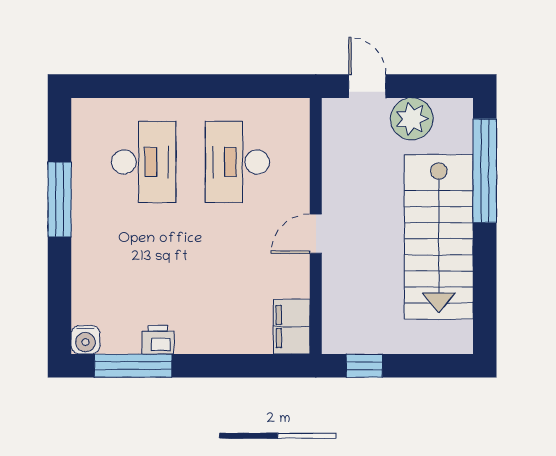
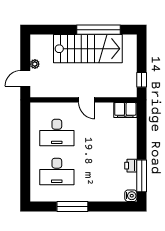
plant: (412, 119) -> (35, 64), width x0.53, depth x0.53
desk: (144, 162) -> (57, 171), turned 180
window: (485, 171) -> (98, 30), moved

